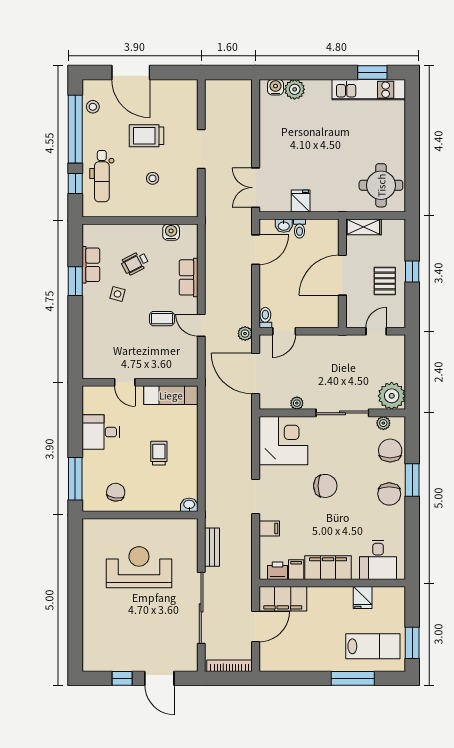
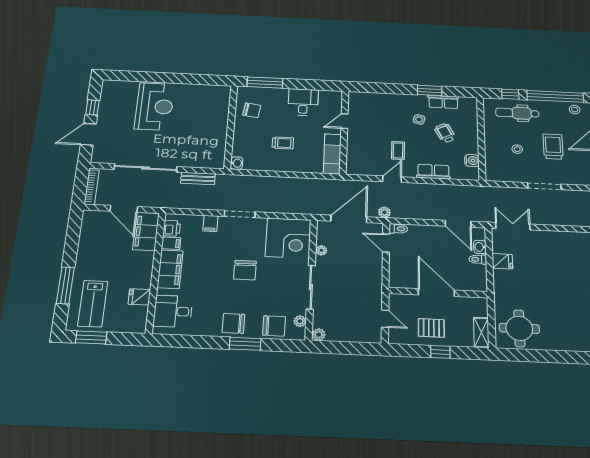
shelving: (363, 227) -> (481, 332), moved
plant: (392, 396) -> (319, 335), width x0.53, depth x0.53
reception desk: (139, 567) -> (155, 106), moved

